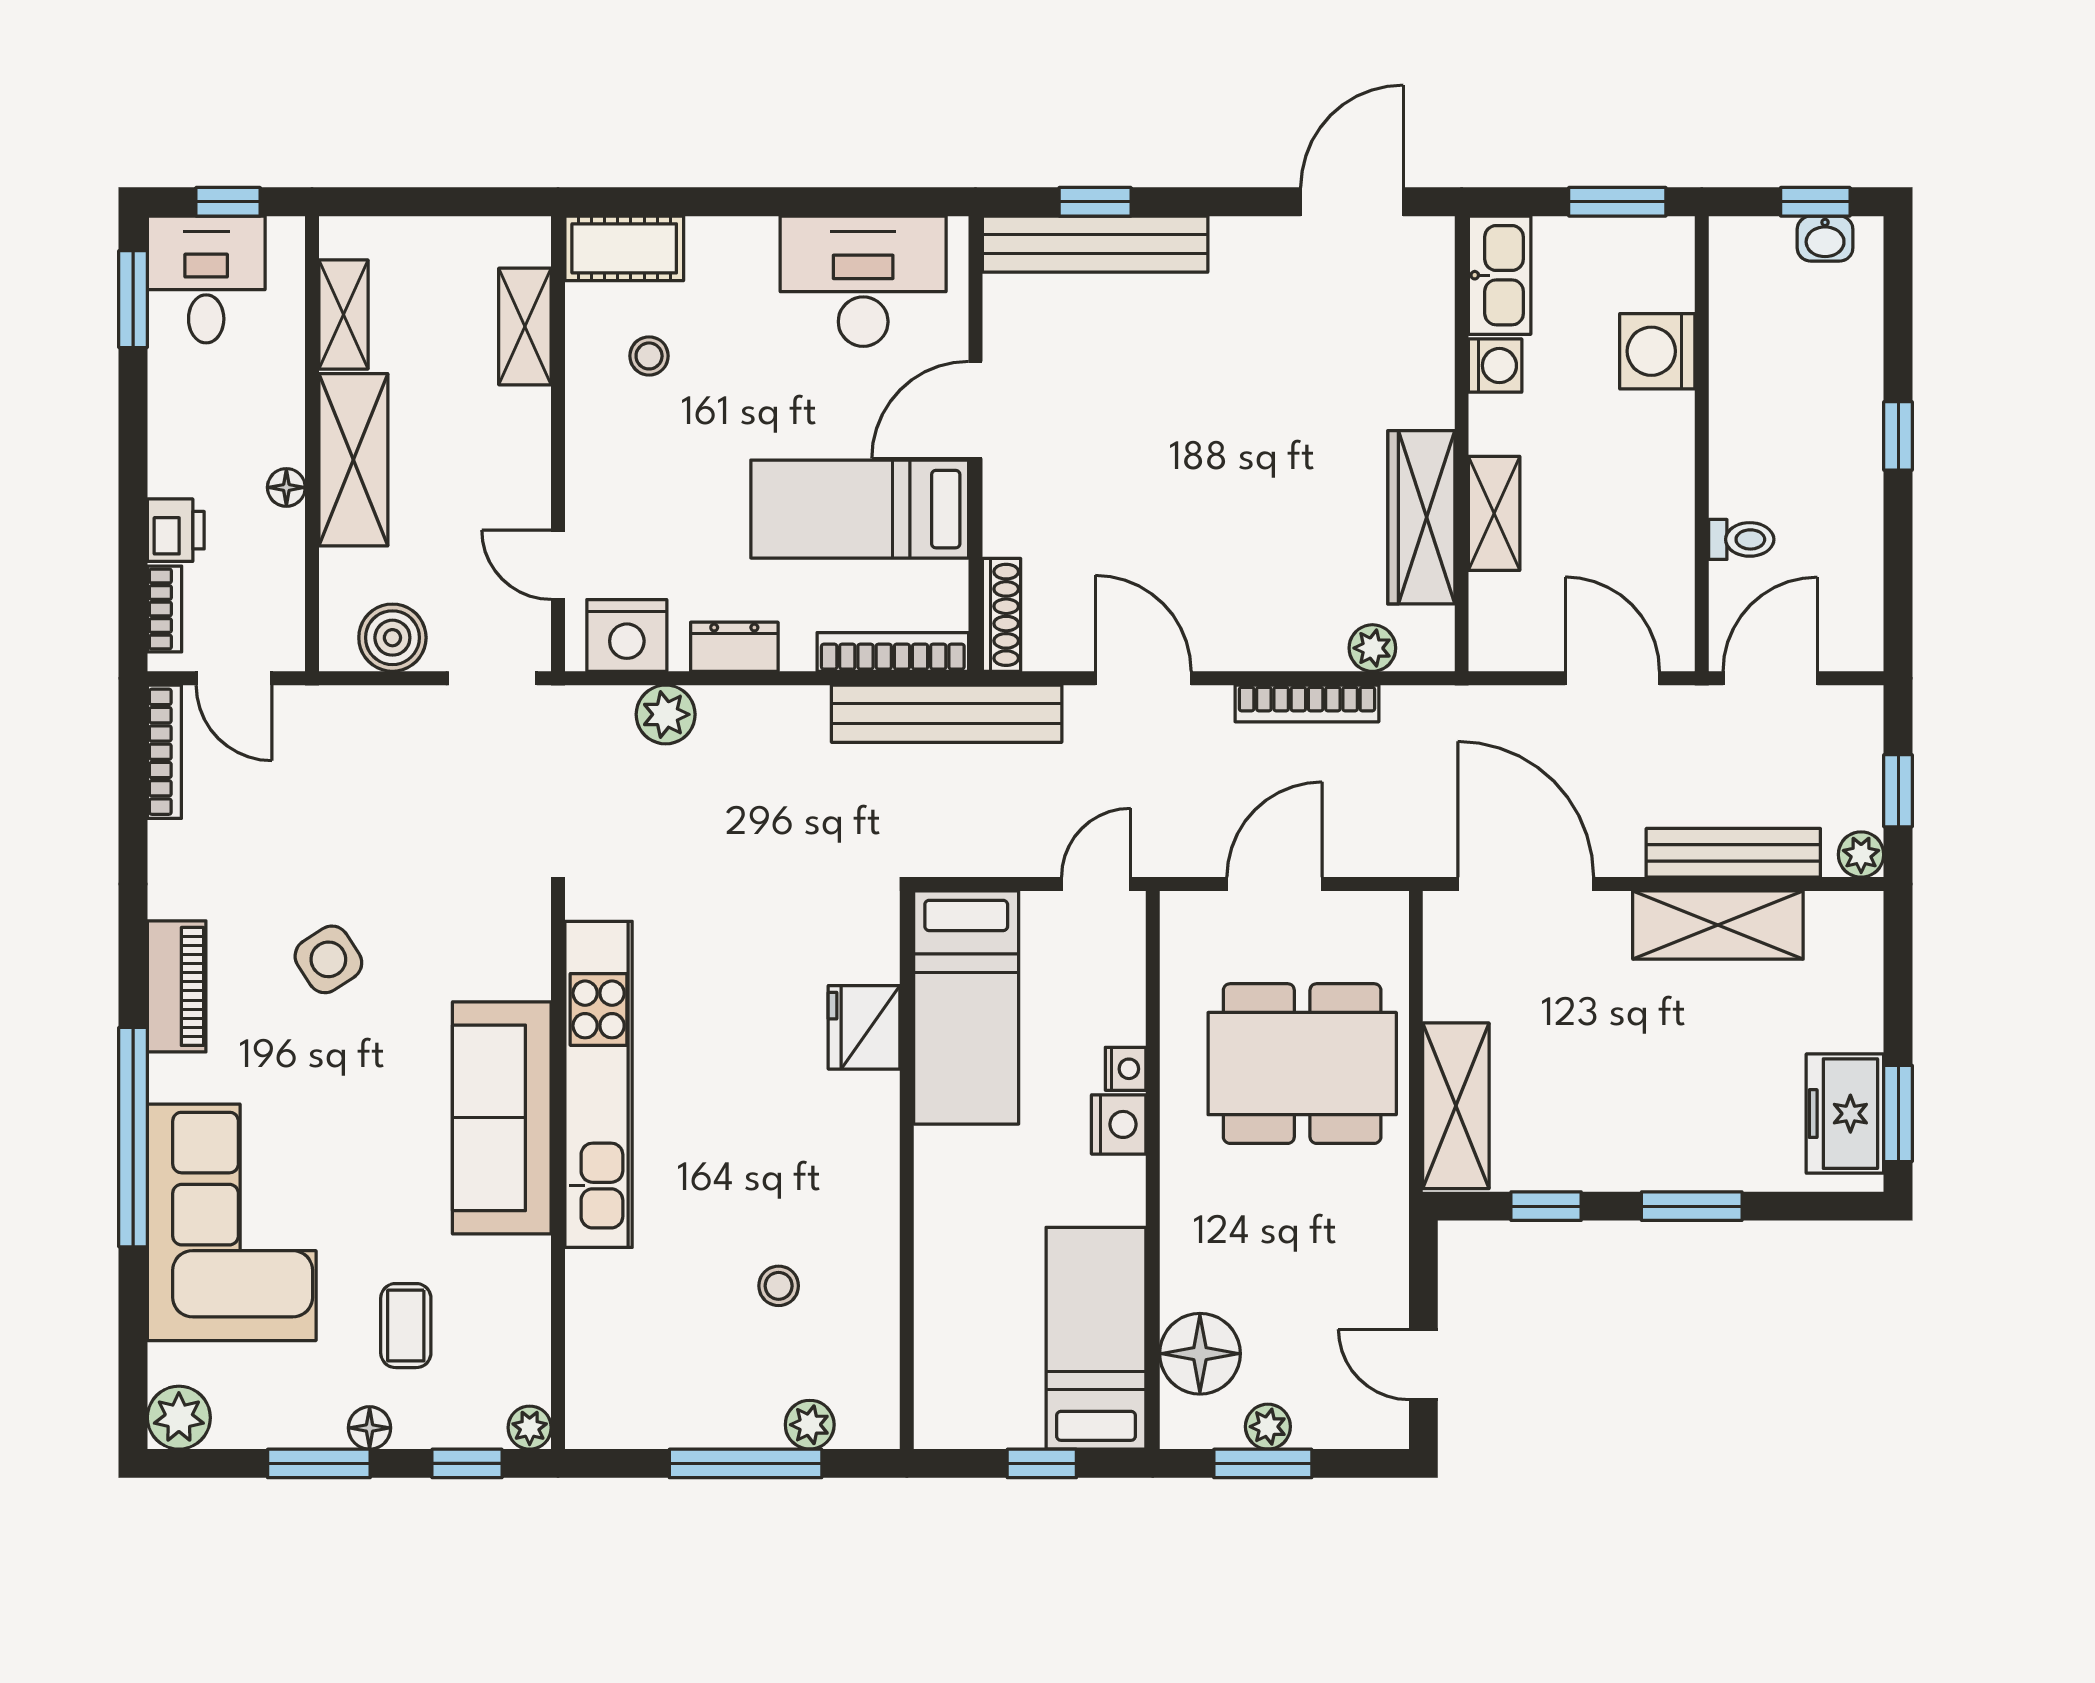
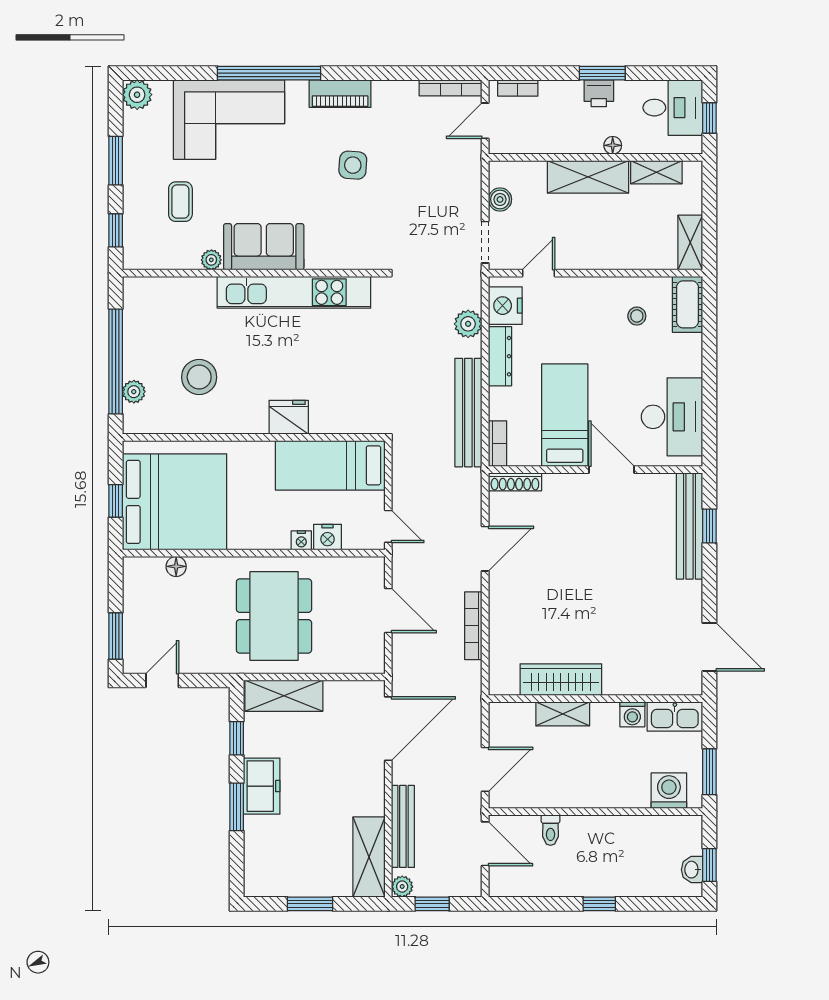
window: (133, 299) -> (602, 73), moved
shelving: (525, 326) -> (690, 243), moved, turned 90
washing machine: (1657, 351) -> (669, 791), moved
floor lamp: (286, 487) -> (613, 145), moved
printer: (176, 530) -> (599, 93), moved
boiler: (392, 638) -> (500, 199), width x0.73, depth x0.73
dresser: (734, 647) -> (500, 356), width x1.44
plant: (1372, 648) -> (499, 657), removed
bookcase: (893, 652) -> (498, 444), width x0.64
bench: (947, 714) -> (468, 413), moved
shelving: (1718, 925) -> (369, 857), moved
side table: (328, 959) -> (353, 165), turned 37
fridge: (864, 1027) -> (289, 417), moved
dining table: (1302, 1064) -> (274, 616), moved
window: (1898, 1113) -> (310, 904), moved
freezer: (1845, 1114) -> (262, 786), moved, turned 90
sofa: (502, 1118) -> (264, 247), width x0.73
nightstand: (1119, 1124) -> (328, 537), moved
stool: (779, 1286) -> (199, 377), width x1.89, depth x1.89
coffee table: (406, 1326) -> (180, 202), turned 90
bed: (1096, 1338) -> (174, 502), width x2.04
floor lamp: (1200, 1354) -> (176, 566), width x0.53, depth x0.53
plant: (1268, 1427) -> (133, 607), removed
floor lamp: (370, 1428) -> (132, 184), removed
plant: (530, 1428) -> (211, 260), moved
window: (746, 1463) -> (116, 361), width x1.46
window: (1263, 1463) -> (116, 636), moved

